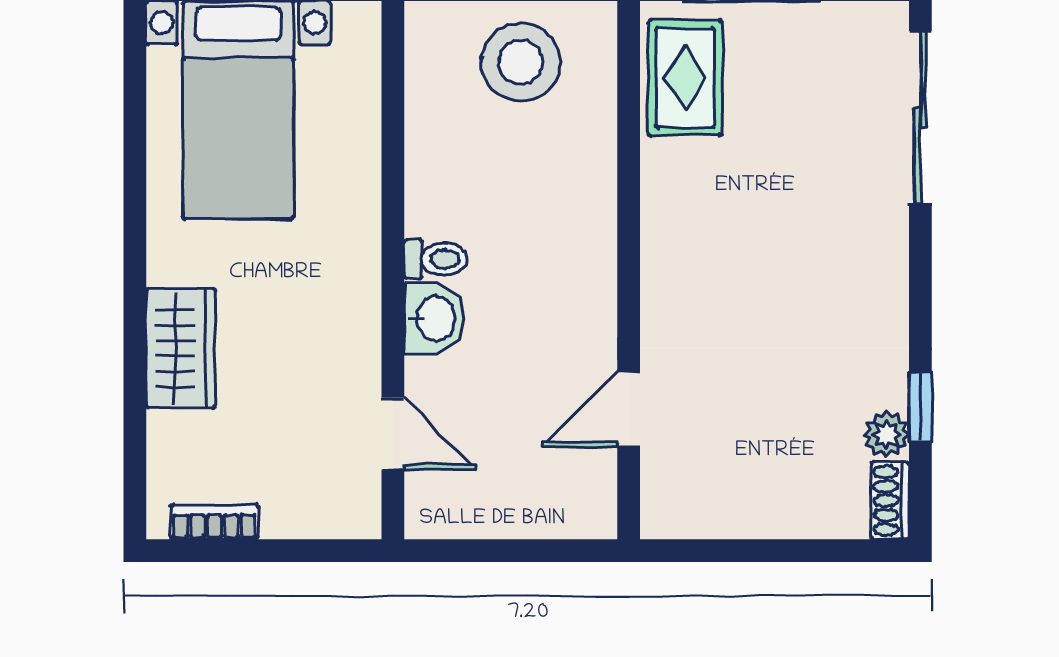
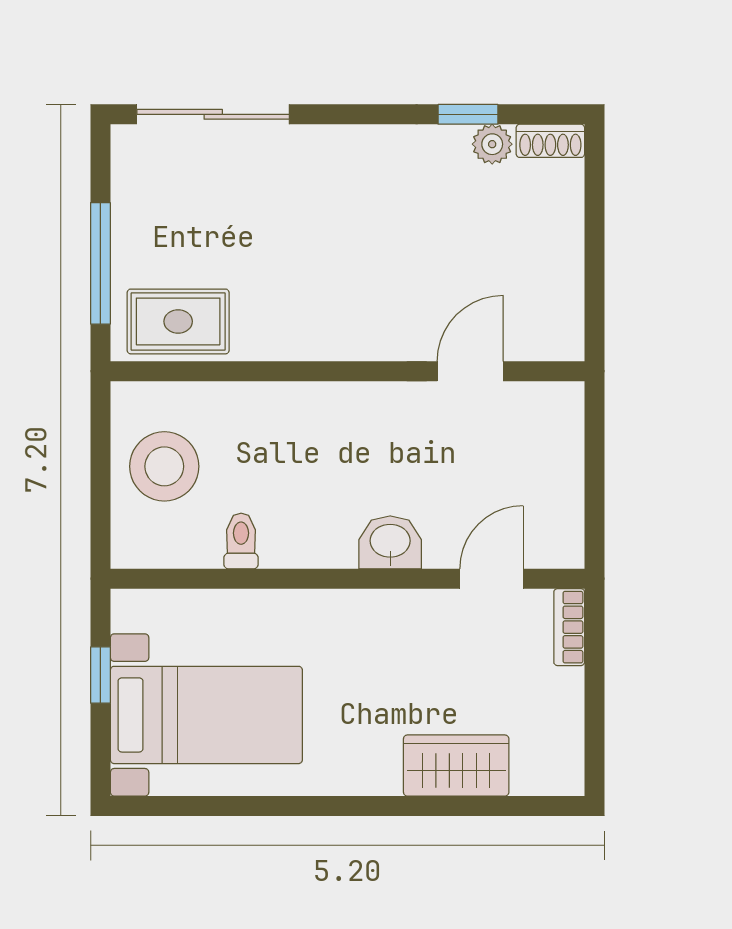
toilet: (436, 259) -> (241, 541), moved
wardrobe: (181, 348) -> (456, 766), moved
door: (629, 409) -> (470, 371), swing flipped
bookcase: (214, 522) -> (569, 627), moved

